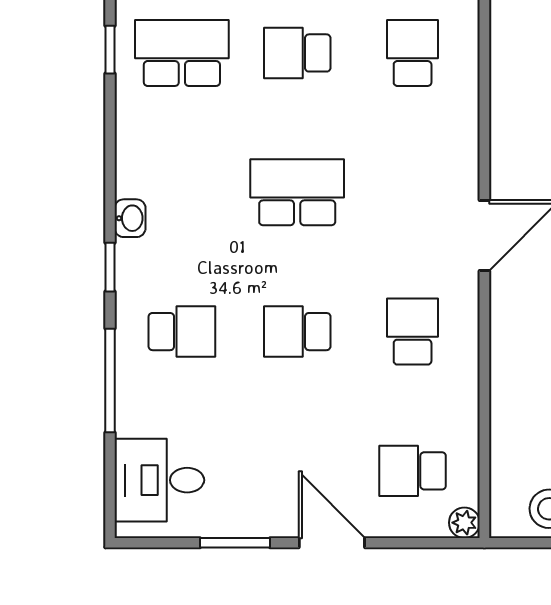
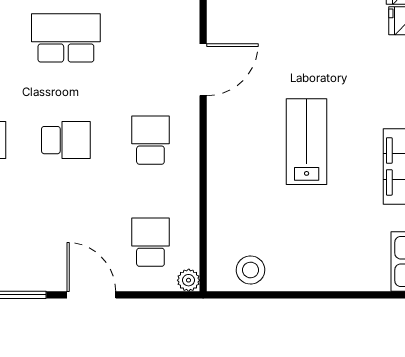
school desk: (297, 332) -> (66, 140), turned 180
school desk: (413, 471) -> (150, 242), turned 90

